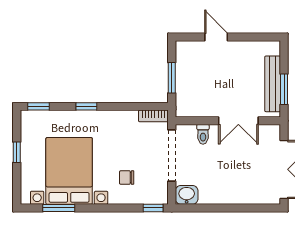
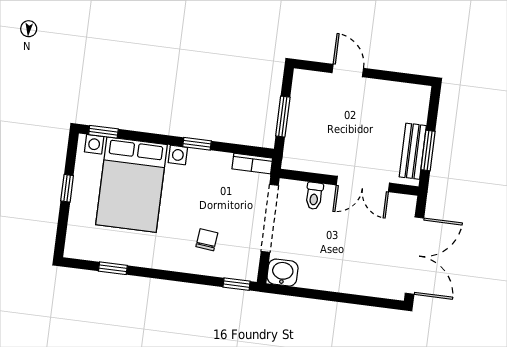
bench: (273, 84) -> (413, 151), width x0.73
window: (86, 106) -> (197, 144), moved
bed with nightstands: (69, 171) -> (132, 185), moved, turned 180
chair: (127, 178) -> (207, 240), turned 96
window: (59, 208) -> (113, 268), width x0.67

